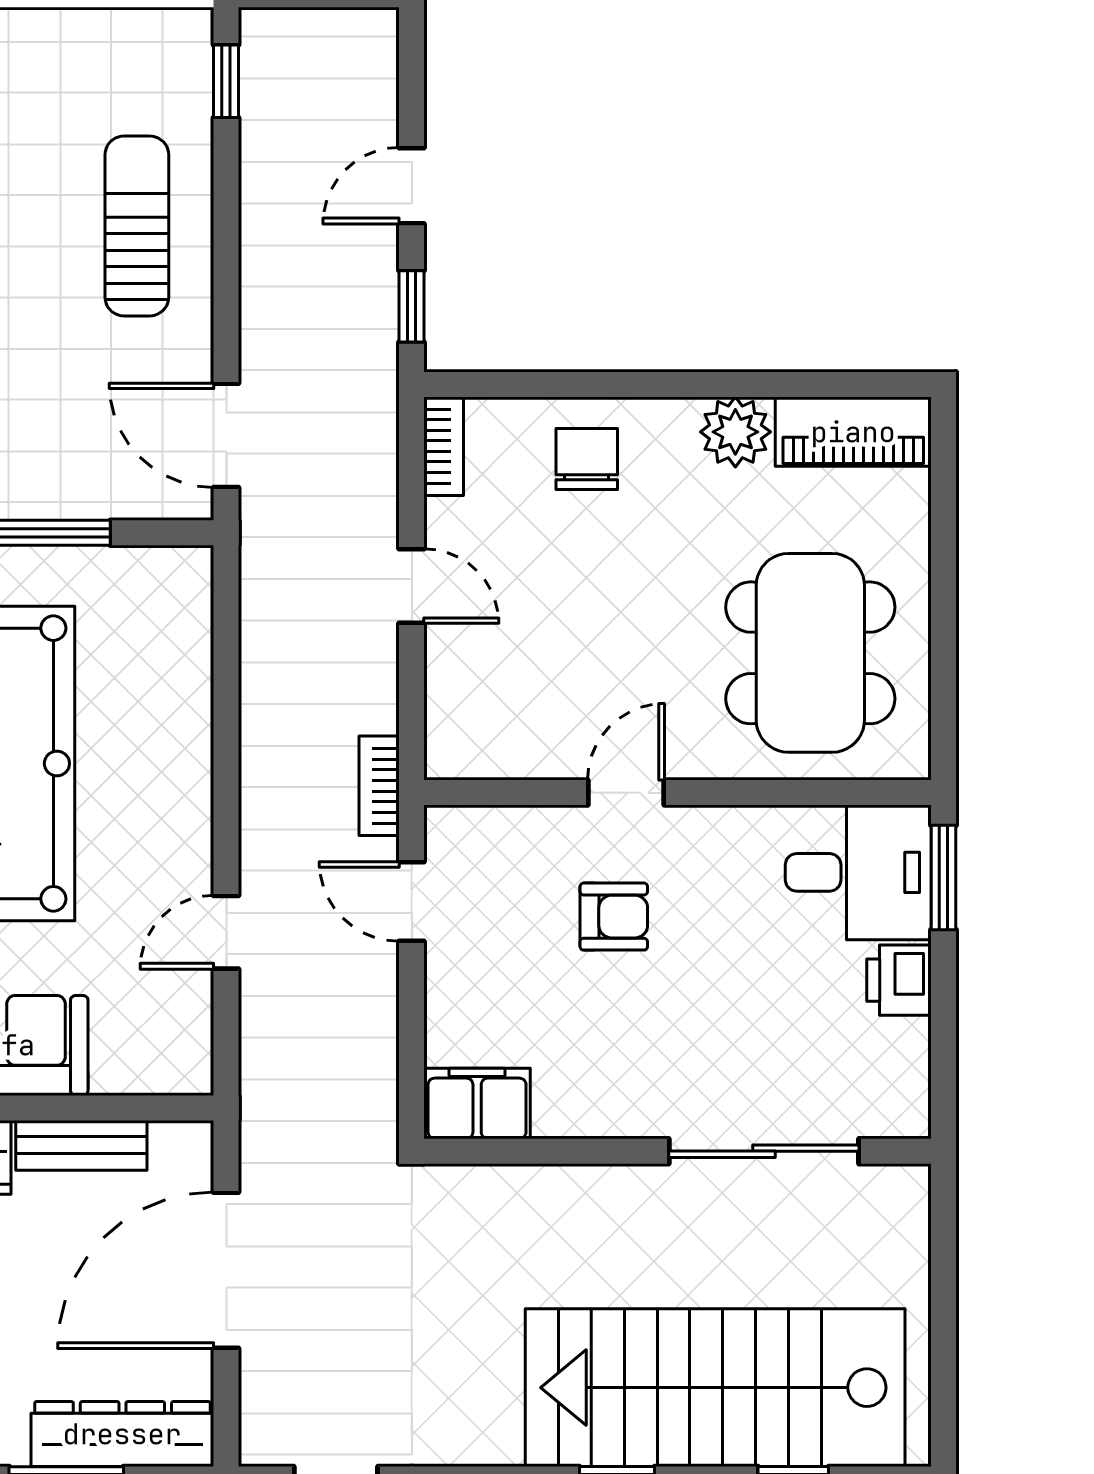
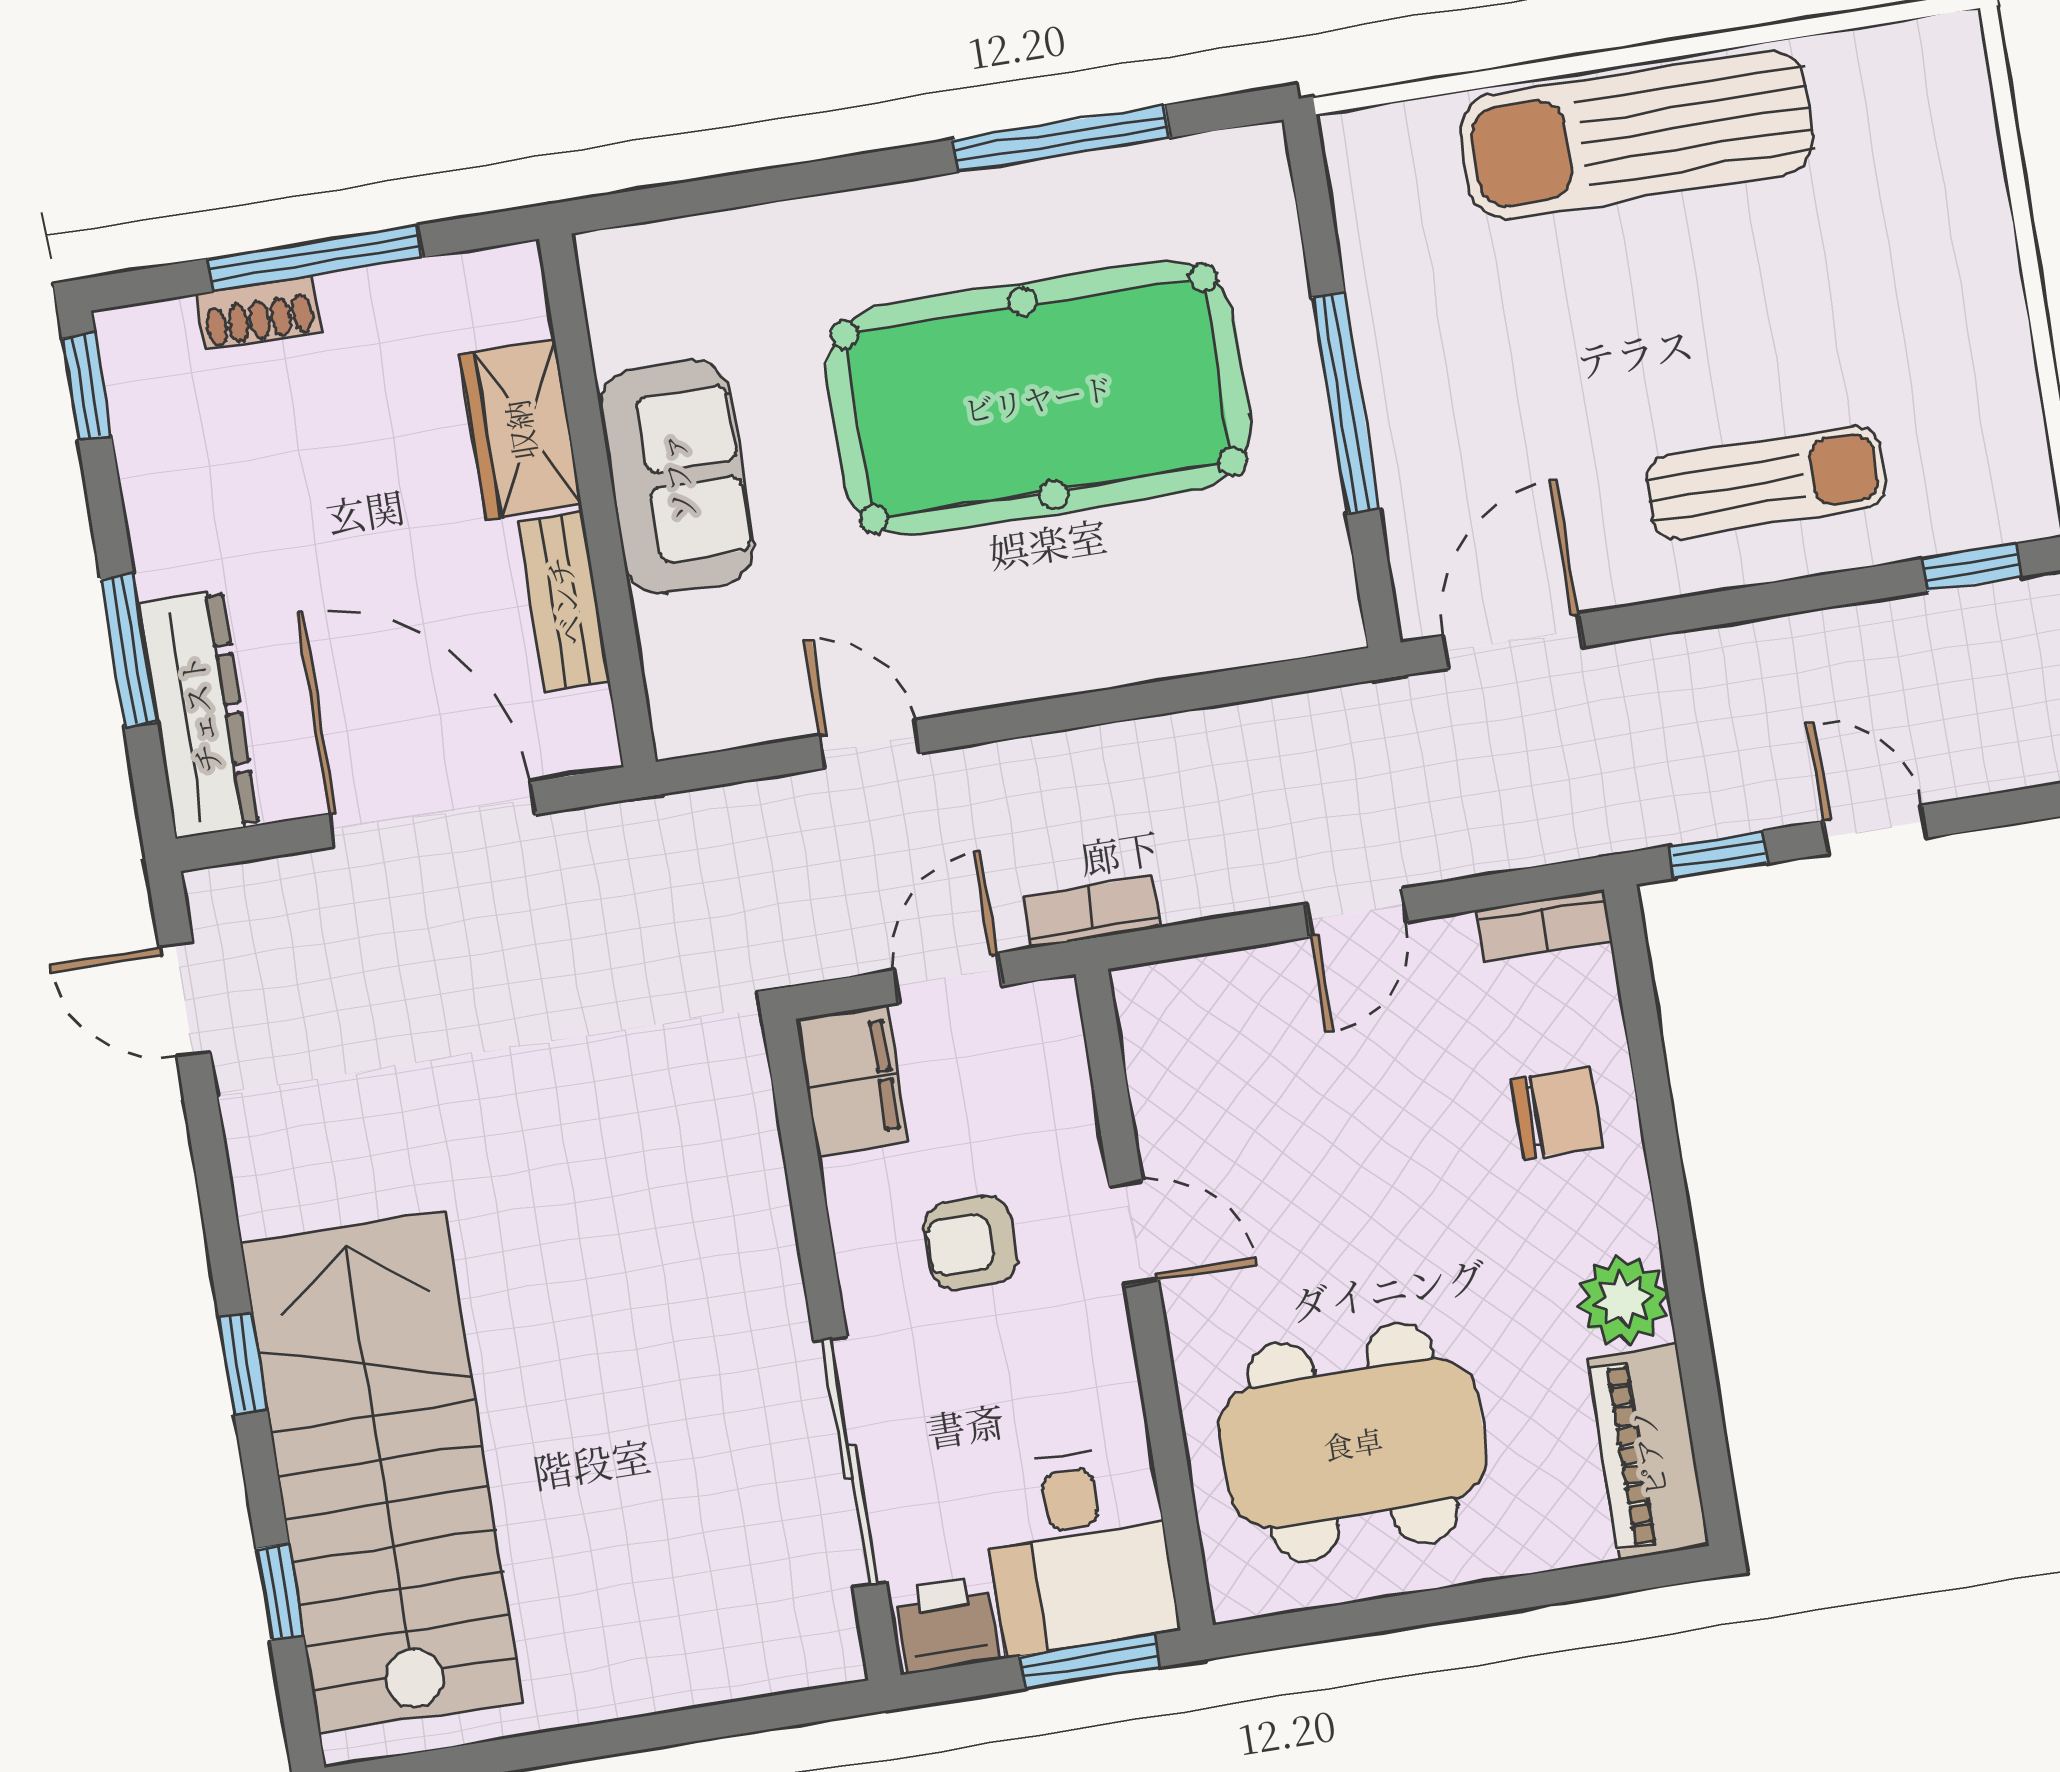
armchair: (614, 917) -> (970, 1243), turned 90
filing cabinet: (477, 1103) -> (852, 1080), moved
wall: (677, 1151) -> (832, 1350), moved
sliding door: (764, 1151) -> (850, 1462), moved

